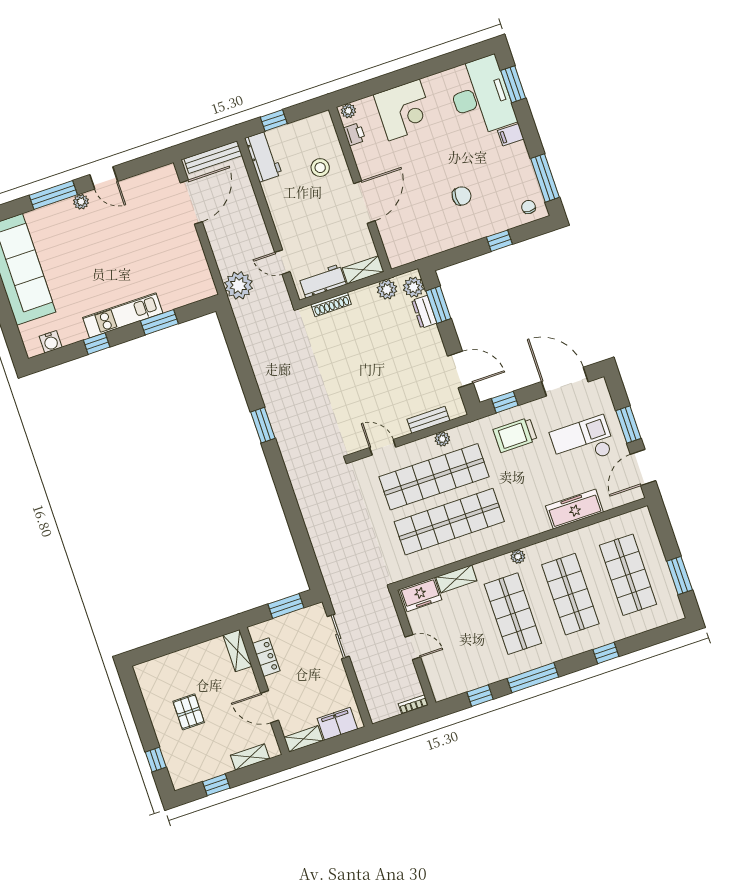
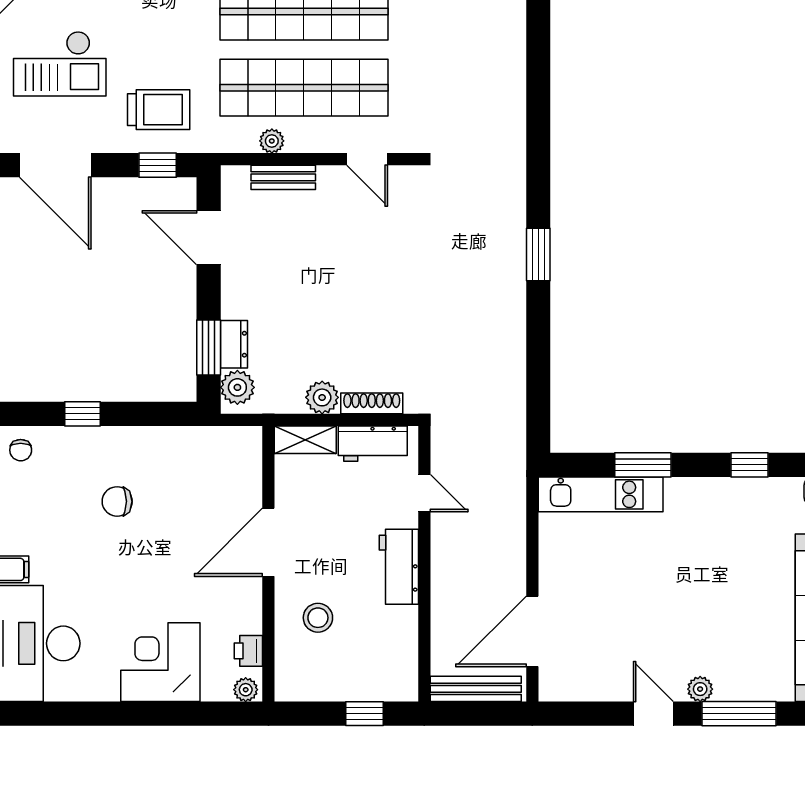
workbench: (263, 156) -> (399, 567), moved
plant: (239, 285) -> (503, 480), removed
plant: (387, 289) -> (322, 397), moved
kitchen unit: (123, 315) -> (601, 494), moved

